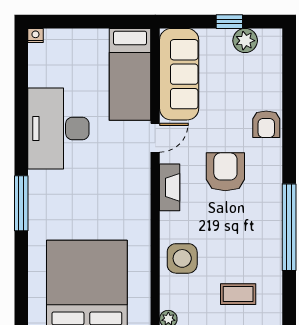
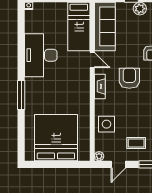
door: (155, 138) -> (92, 60), hinge flipped

